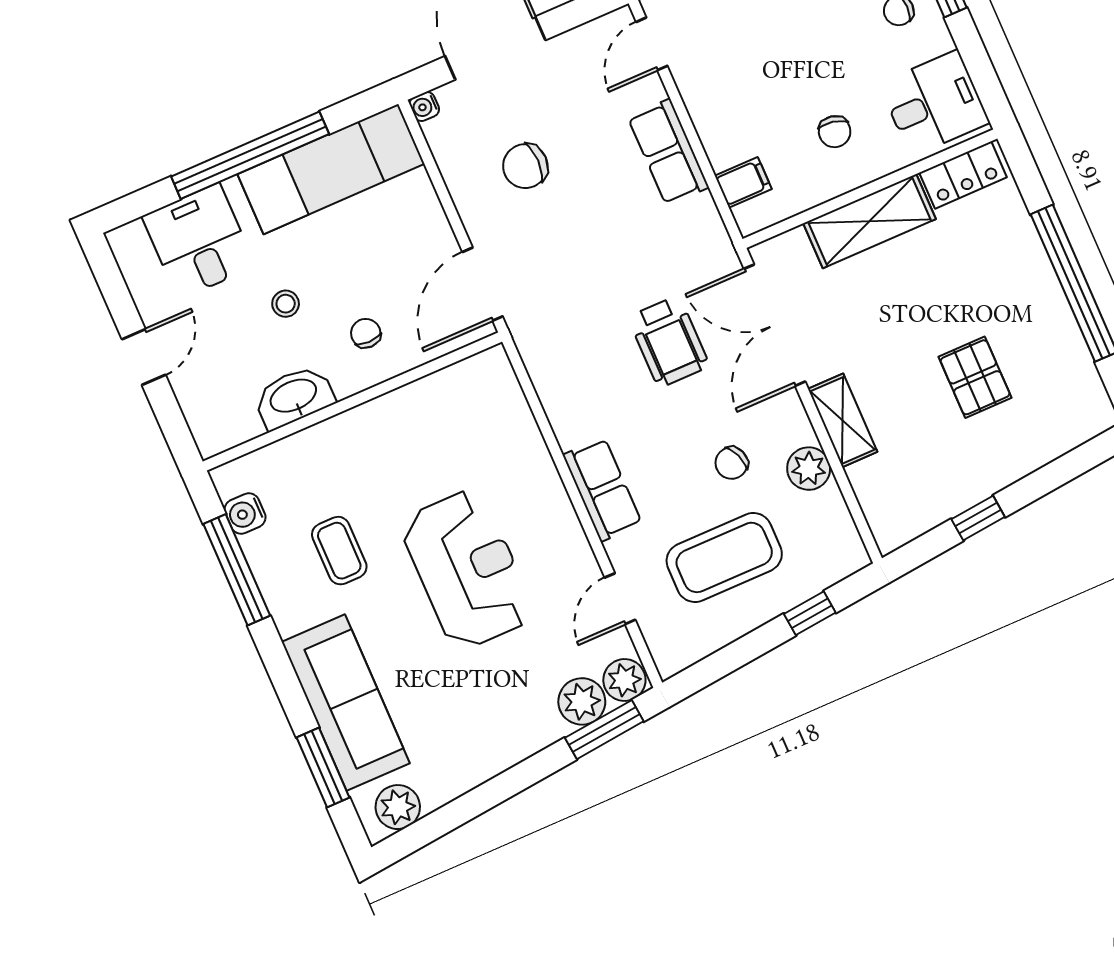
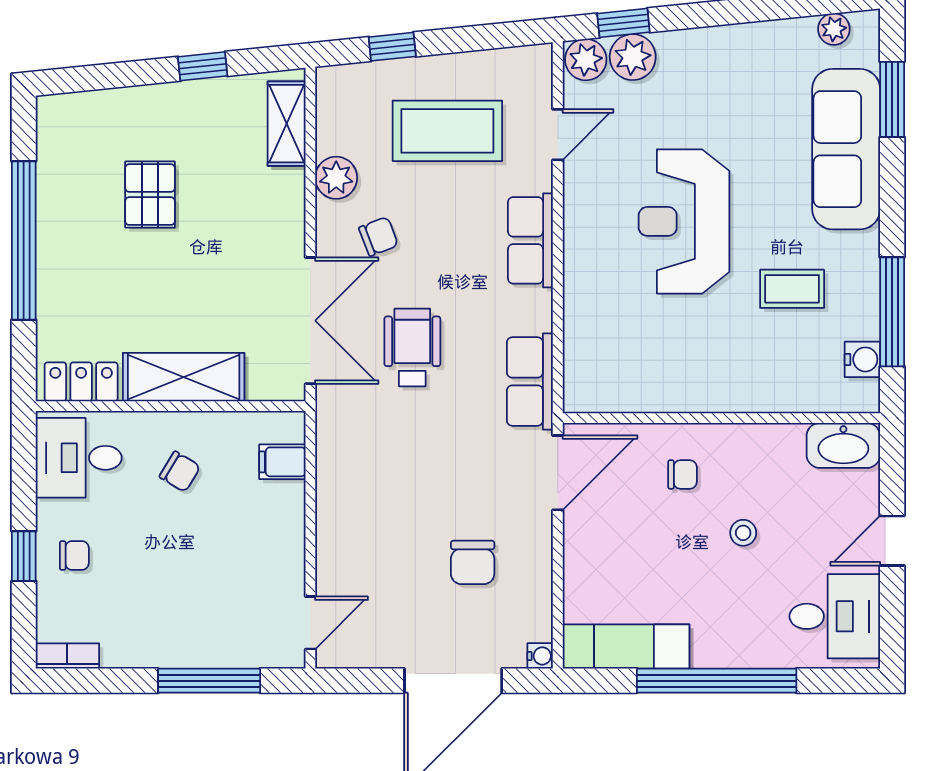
chair: (835, 132) -> (180, 472), turned 110
row of seats: (668, 152) -> (530, 381), moved, turned 180
chair: (525, 166) -> (473, 562), turned 90
exam couch: (331, 169) -> (626, 646), width x0.73, depth x0.69
desk: (199, 241) -> (835, 616), moved, turned -90
chair: (366, 333) -> (683, 474), turned -90
washbasin: (294, 397) -> (843, 445), moved
shelving: (843, 420) -> (287, 124), moved
chair: (732, 463) -> (379, 236), moved
coffee table: (339, 551) -> (792, 289), turned 90
window: (604, 730) -> (623, 23), width x0.67
plant: (398, 807) -> (834, 29), width x0.73, depth x0.73

